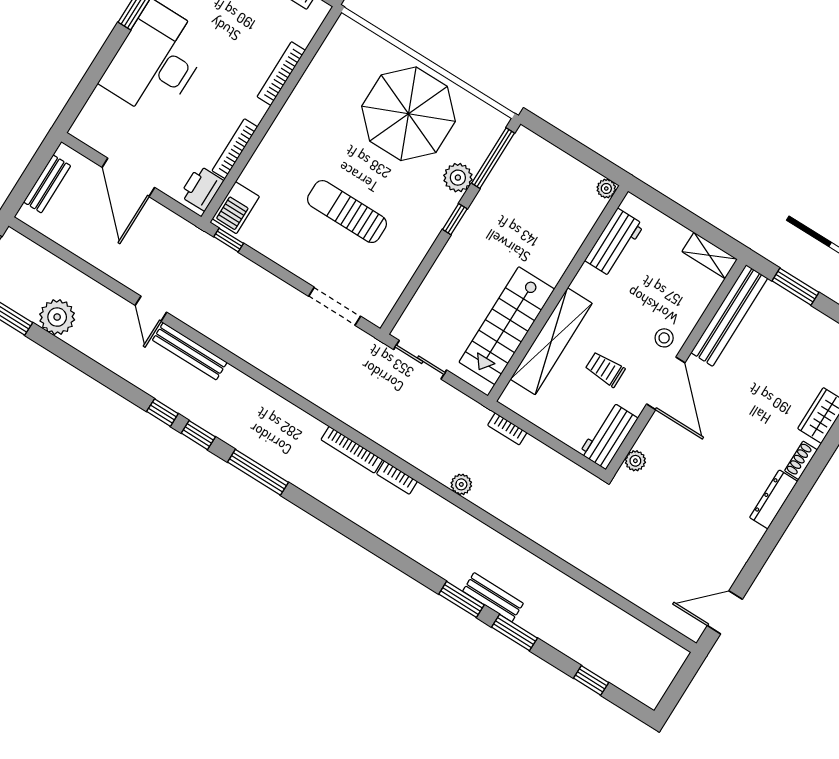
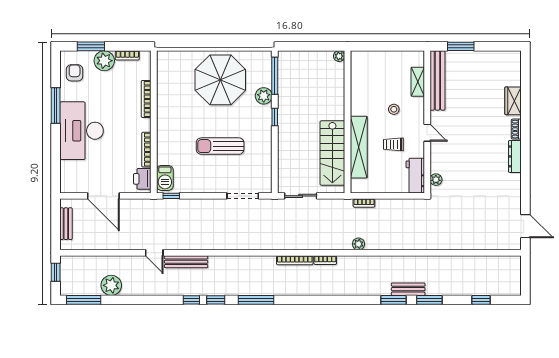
workbench: (614, 243) -> (359, 80), removed
shelving: (710, 255) -> (418, 82), moved, turned 90
stool: (664, 338) -> (394, 109), moved
door: (666, 383) -> (427, 133), width x0.53
door: (725, 612) -> (525, 226), swing flipped

